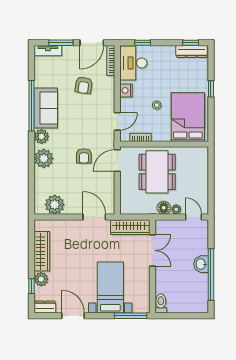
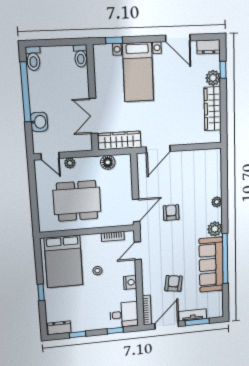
window: (191, 43) -> (78, 334), moved
tv unit: (48, 51) -> (193, 315), moved
dresser: (192, 51) -> (59, 328), width x0.70
desk: (133, 63) -> (124, 315), width x0.73
sofa: (46, 108) -> (211, 265), width x1.36
plant: (44, 158) -> (217, 202), width x0.53, depth x0.53
dining table: (157, 172) -> (77, 201), moved, turned 90
plant: (55, 205) -> (200, 160), removed
floor lamp: (164, 208) -> (108, 162), moved
door: (94, 217) -> (158, 149), hinge flipped
washbasin: (201, 264) -> (39, 122), moved
toilet: (202, 303) -> (33, 59), added
window: (131, 316) -> (114, 40), width x0.46

